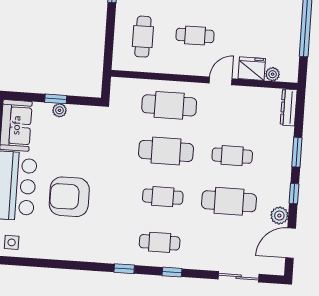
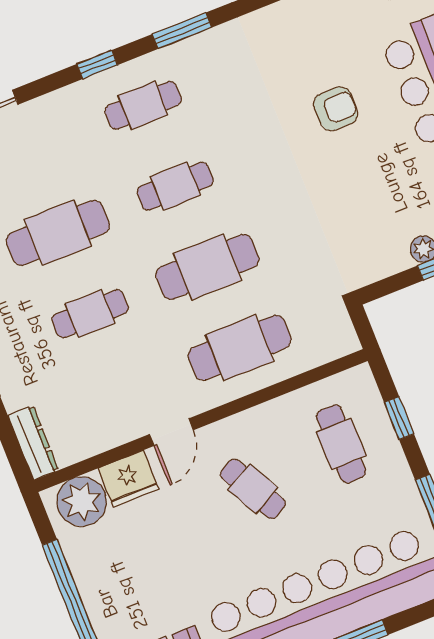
cafe table: (195, 35) -> (253, 489), turned 62
window: (110, 36) -> (399, 418), added
plant: (273, 74) -> (82, 501), width x1.88, depth x1.88
armchair: (69, 197) -> (336, 109), width x0.53, depth x0.53
window: (124, 269) -> (182, 31), width x1.50

